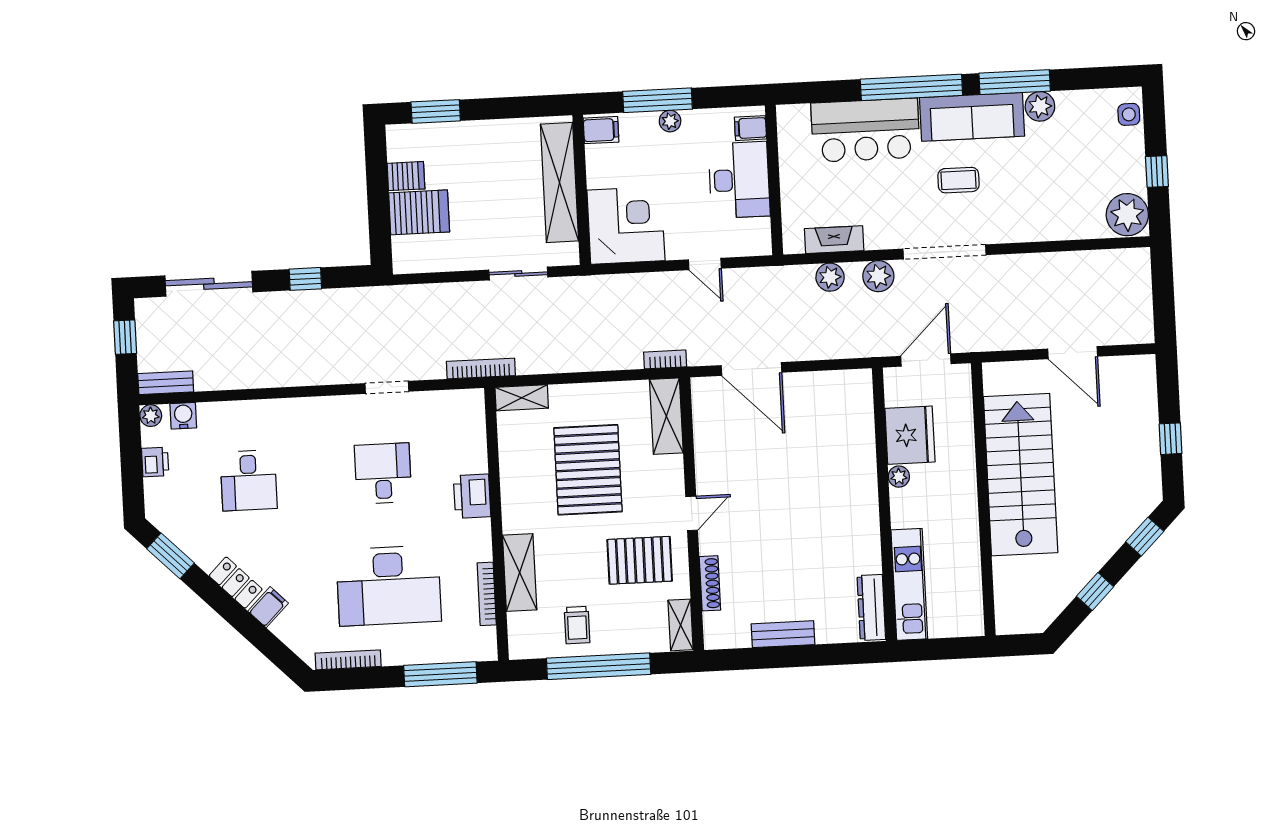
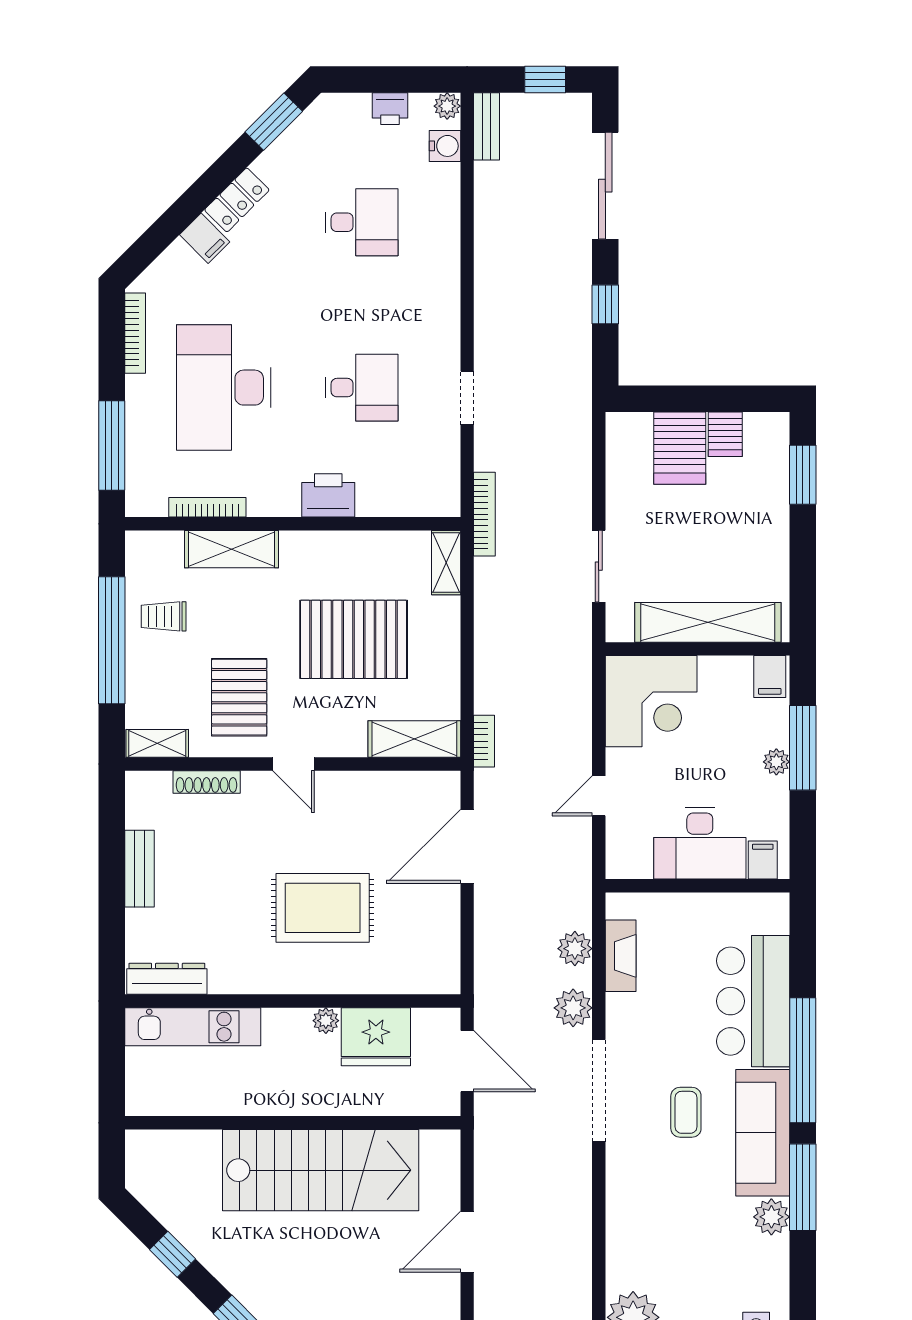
desk: (249, 480) -> (362, 222), turned 180
rug: (807, 484) -> (323, 908), added

